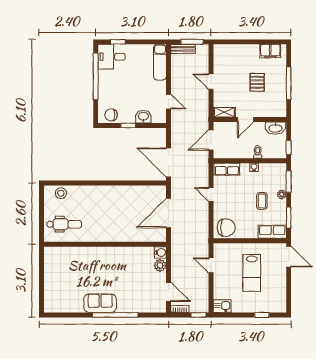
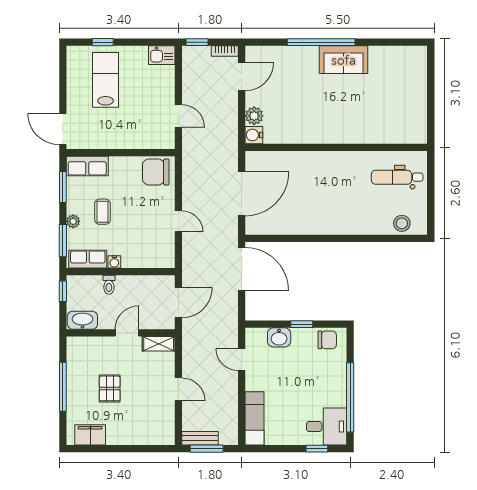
bench: (183, 49) -> (200, 438), moved
row of seats: (227, 169) -> (88, 259), moved
lab bench: (252, 273) -> (106, 80), moved
door: (169, 292) -> (242, 76), swing flipped

